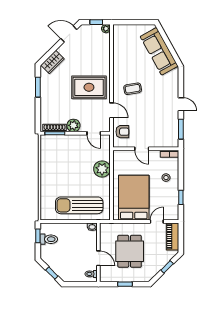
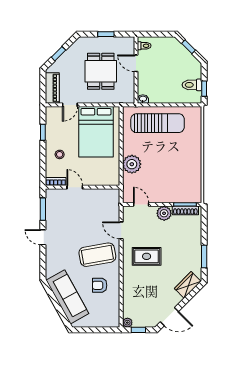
rug: (89, 87) -> (147, 256), width x0.73, depth x0.70
coffee table: (133, 89) -> (97, 255), width x1.86, depth x1.72
armchair: (122, 132) -> (100, 285), moved
door: (142, 149) -> (75, 187), moved

